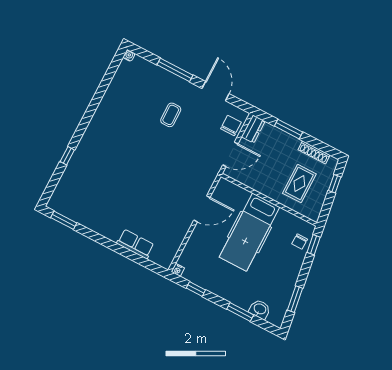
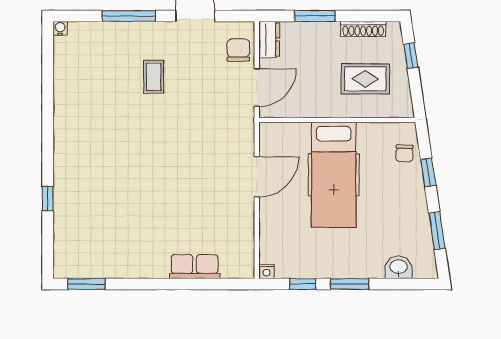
rug: (299, 184) -> (365, 79), turned 90
window: (314, 245) -> (428, 172), moved
window: (240, 312) -> (350, 284), moved

